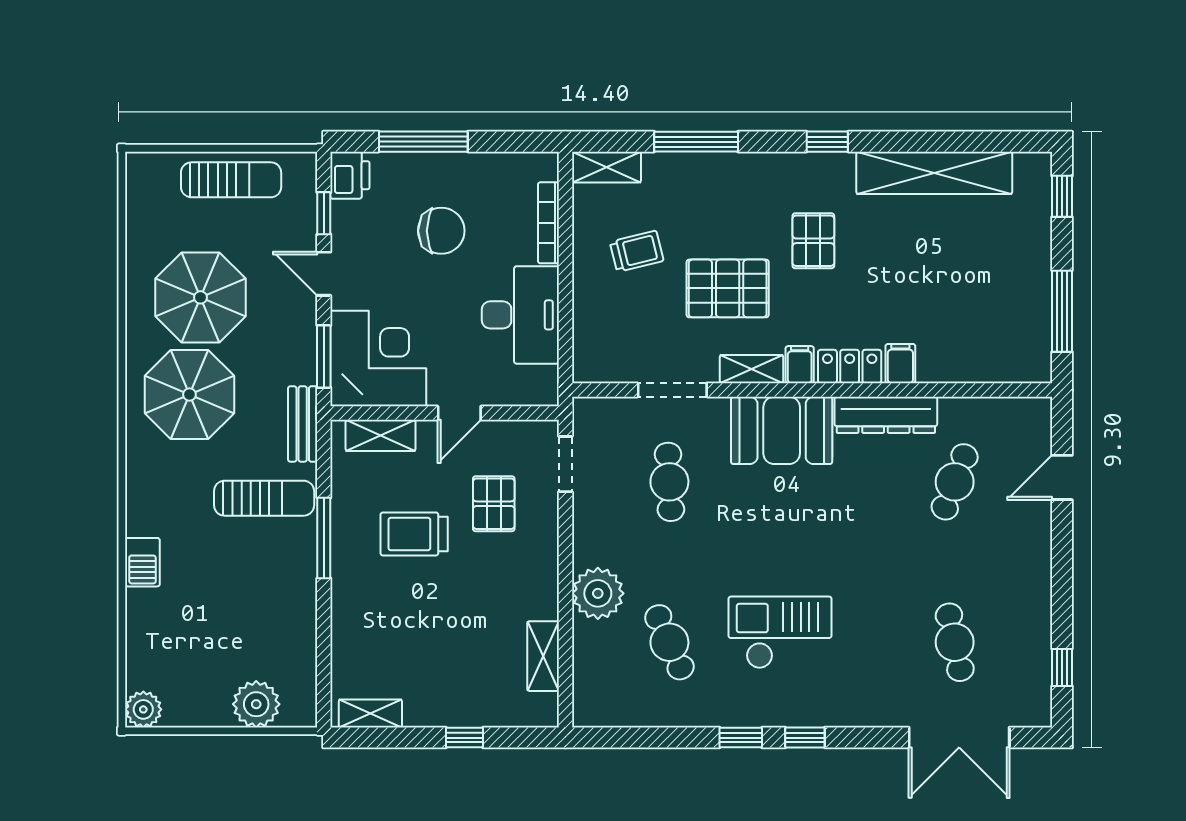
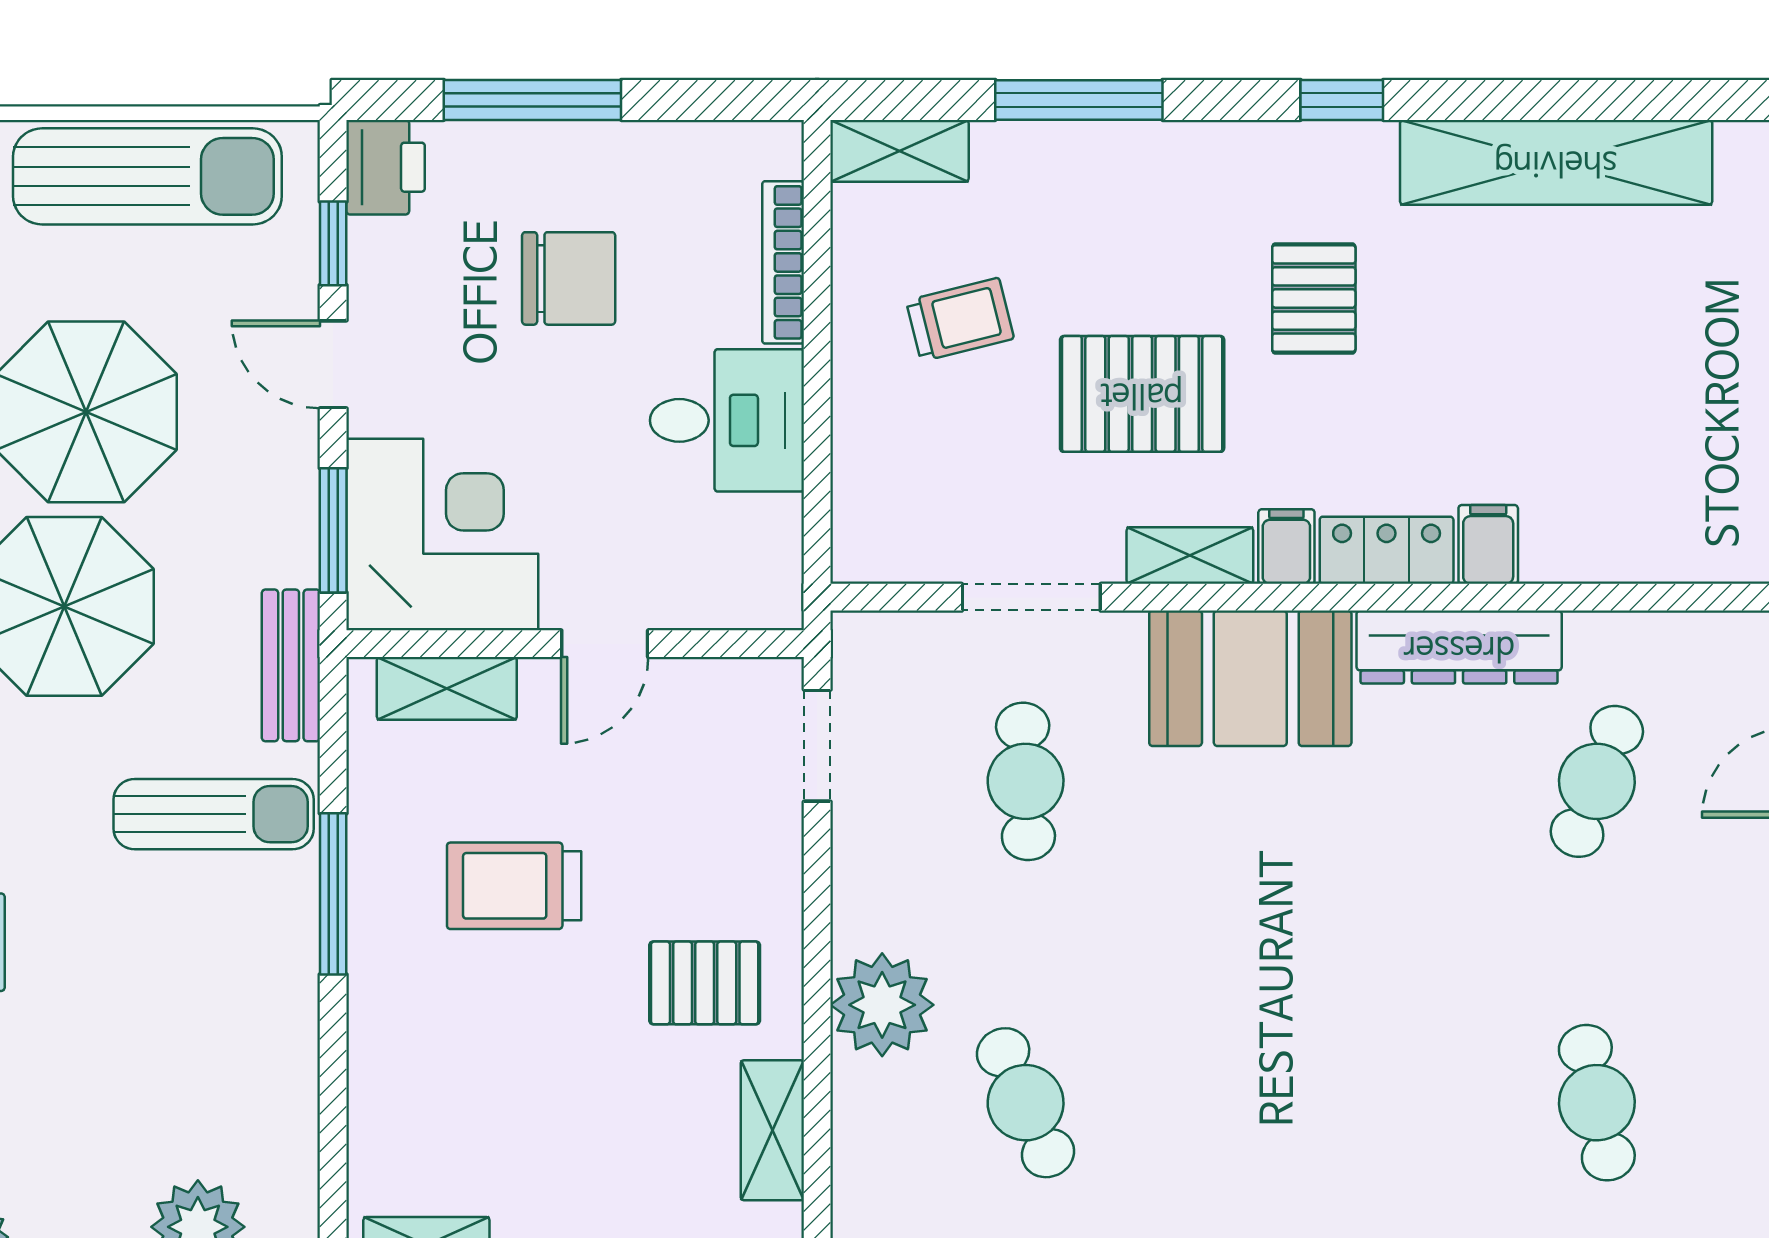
sun lounger: (231, 180) -> (147, 176), width x1.36, depth x1.34
desk: (520, 315) -> (727, 420), width x0.73
pallet: (494, 504) -> (705, 983), moved, turned 90
checkout: (780, 632) -> (1247, 1083), removed

